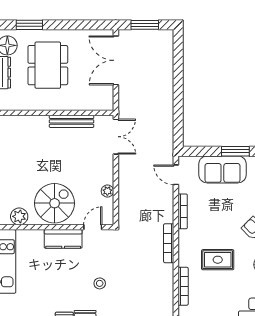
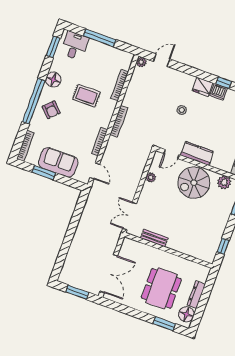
bench: (72, 121) -> (154, 238), width x0.73

